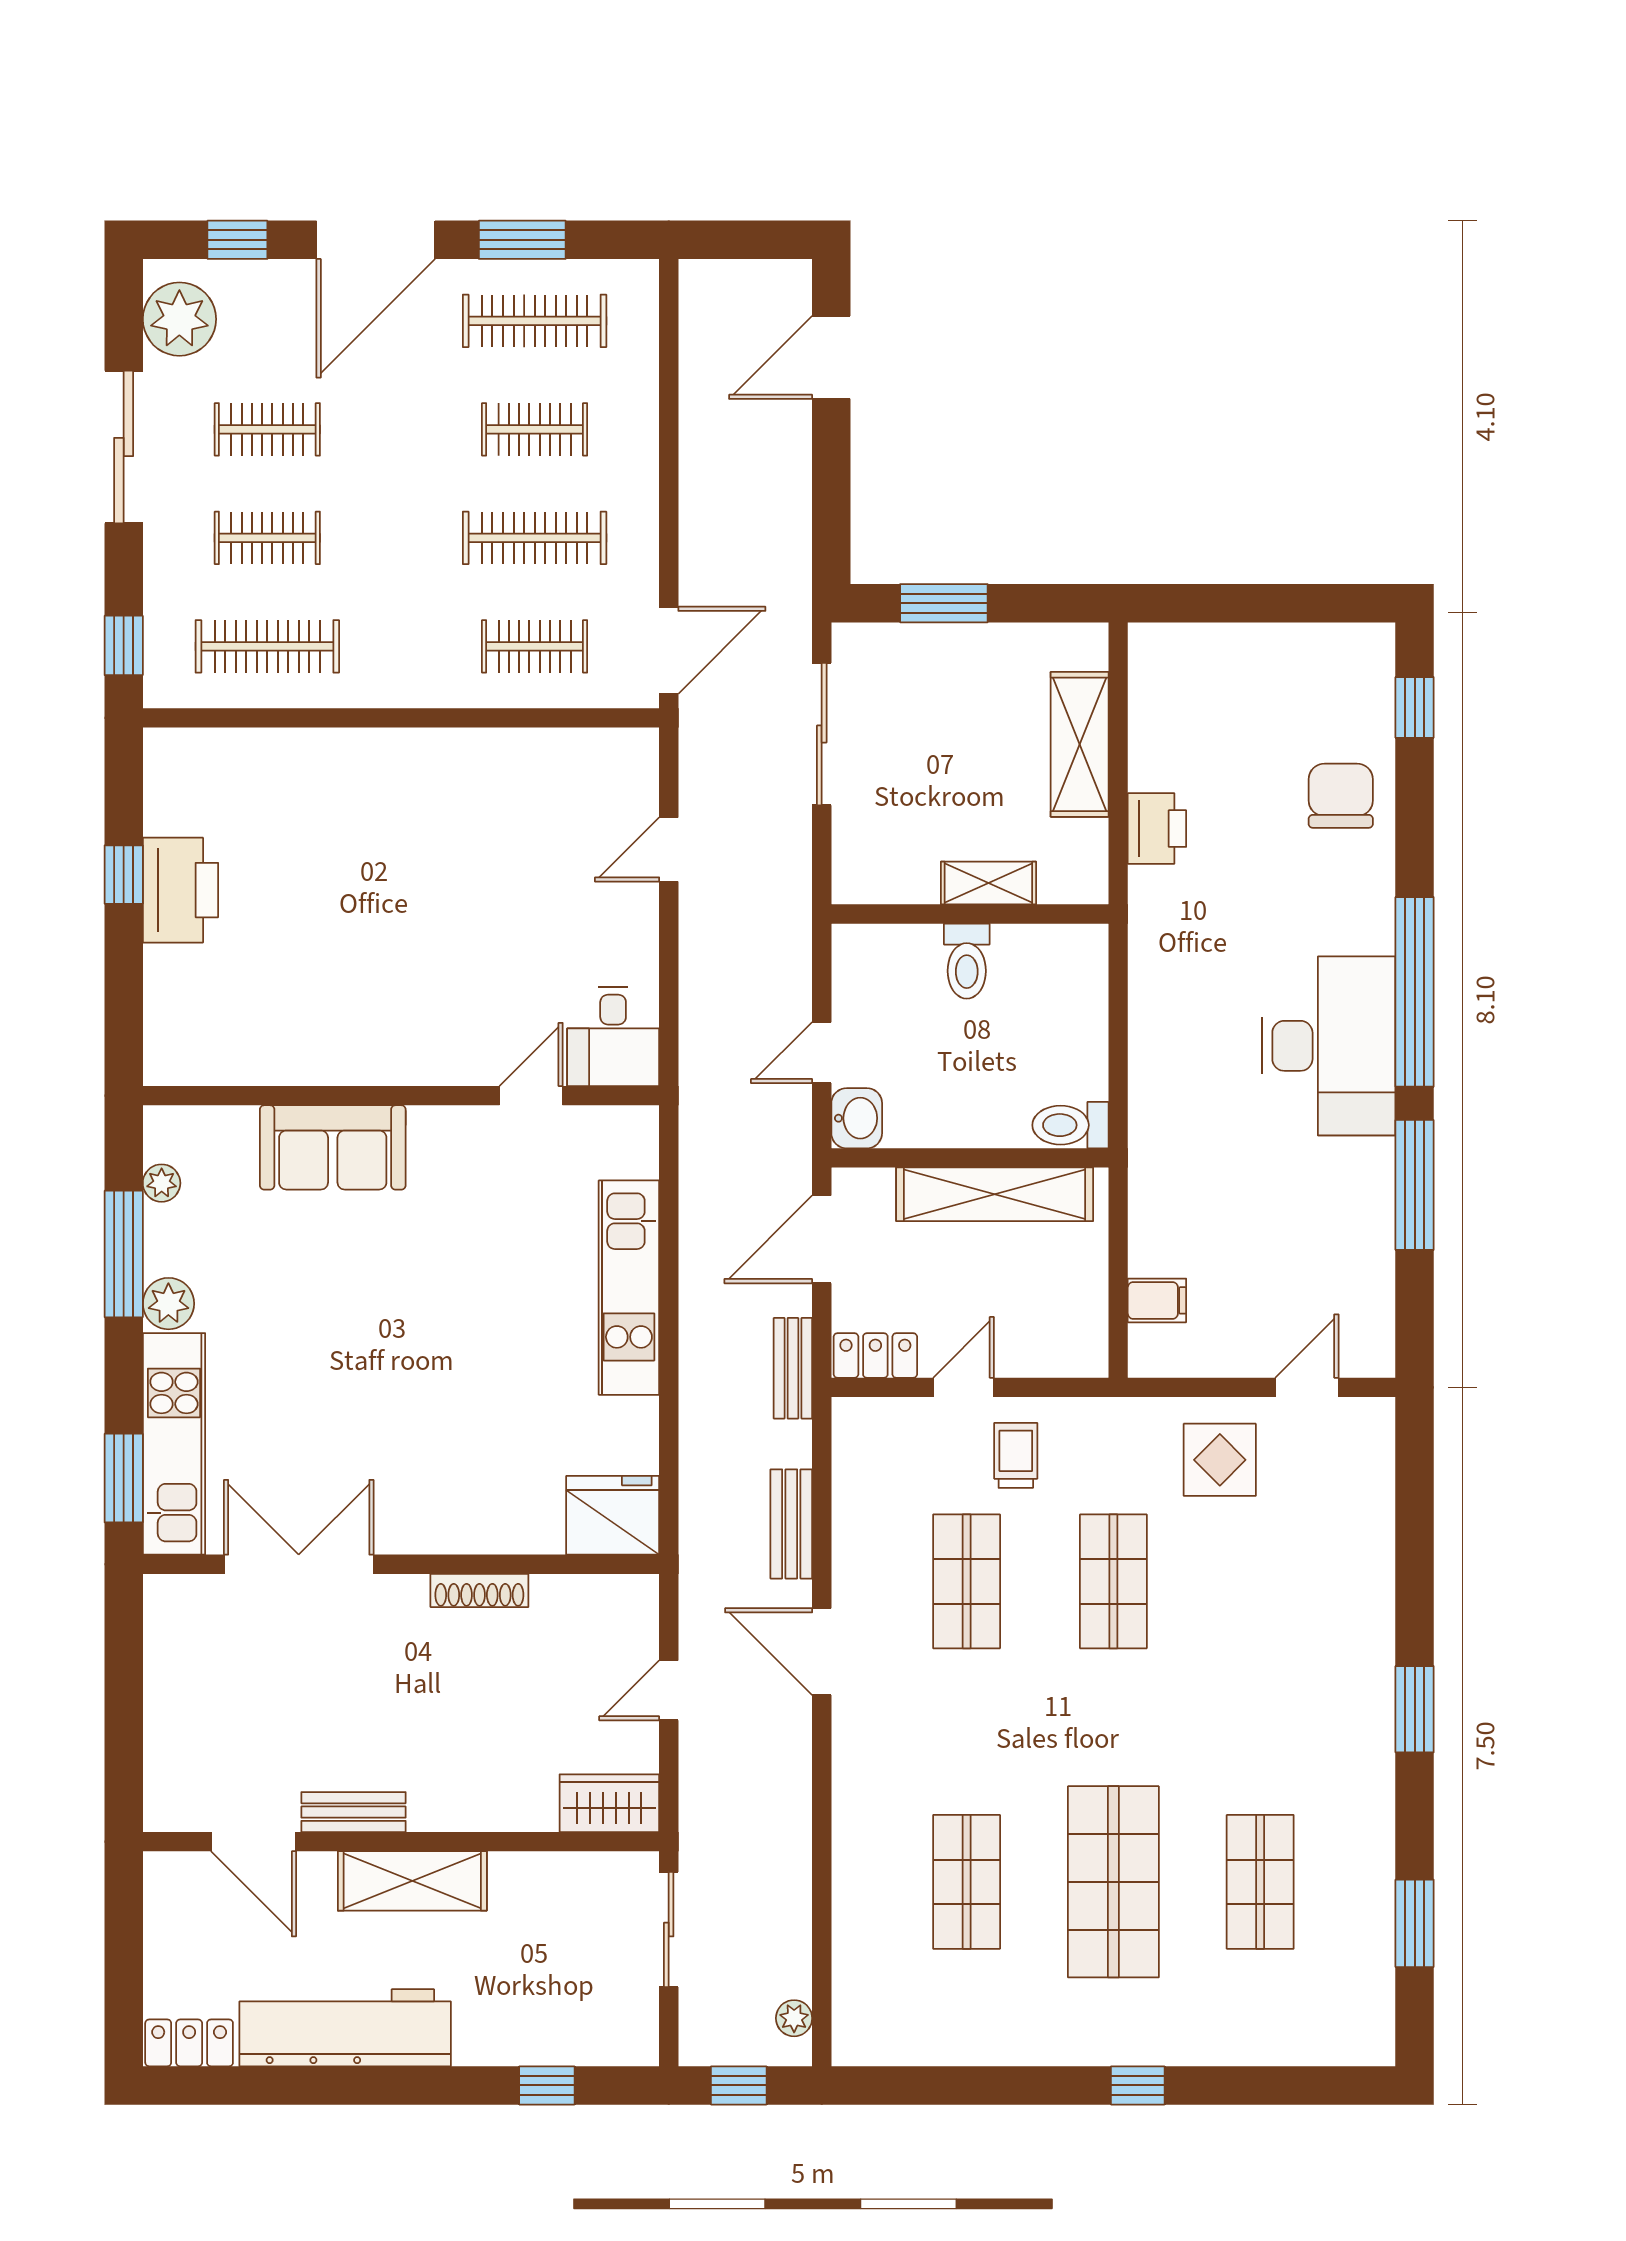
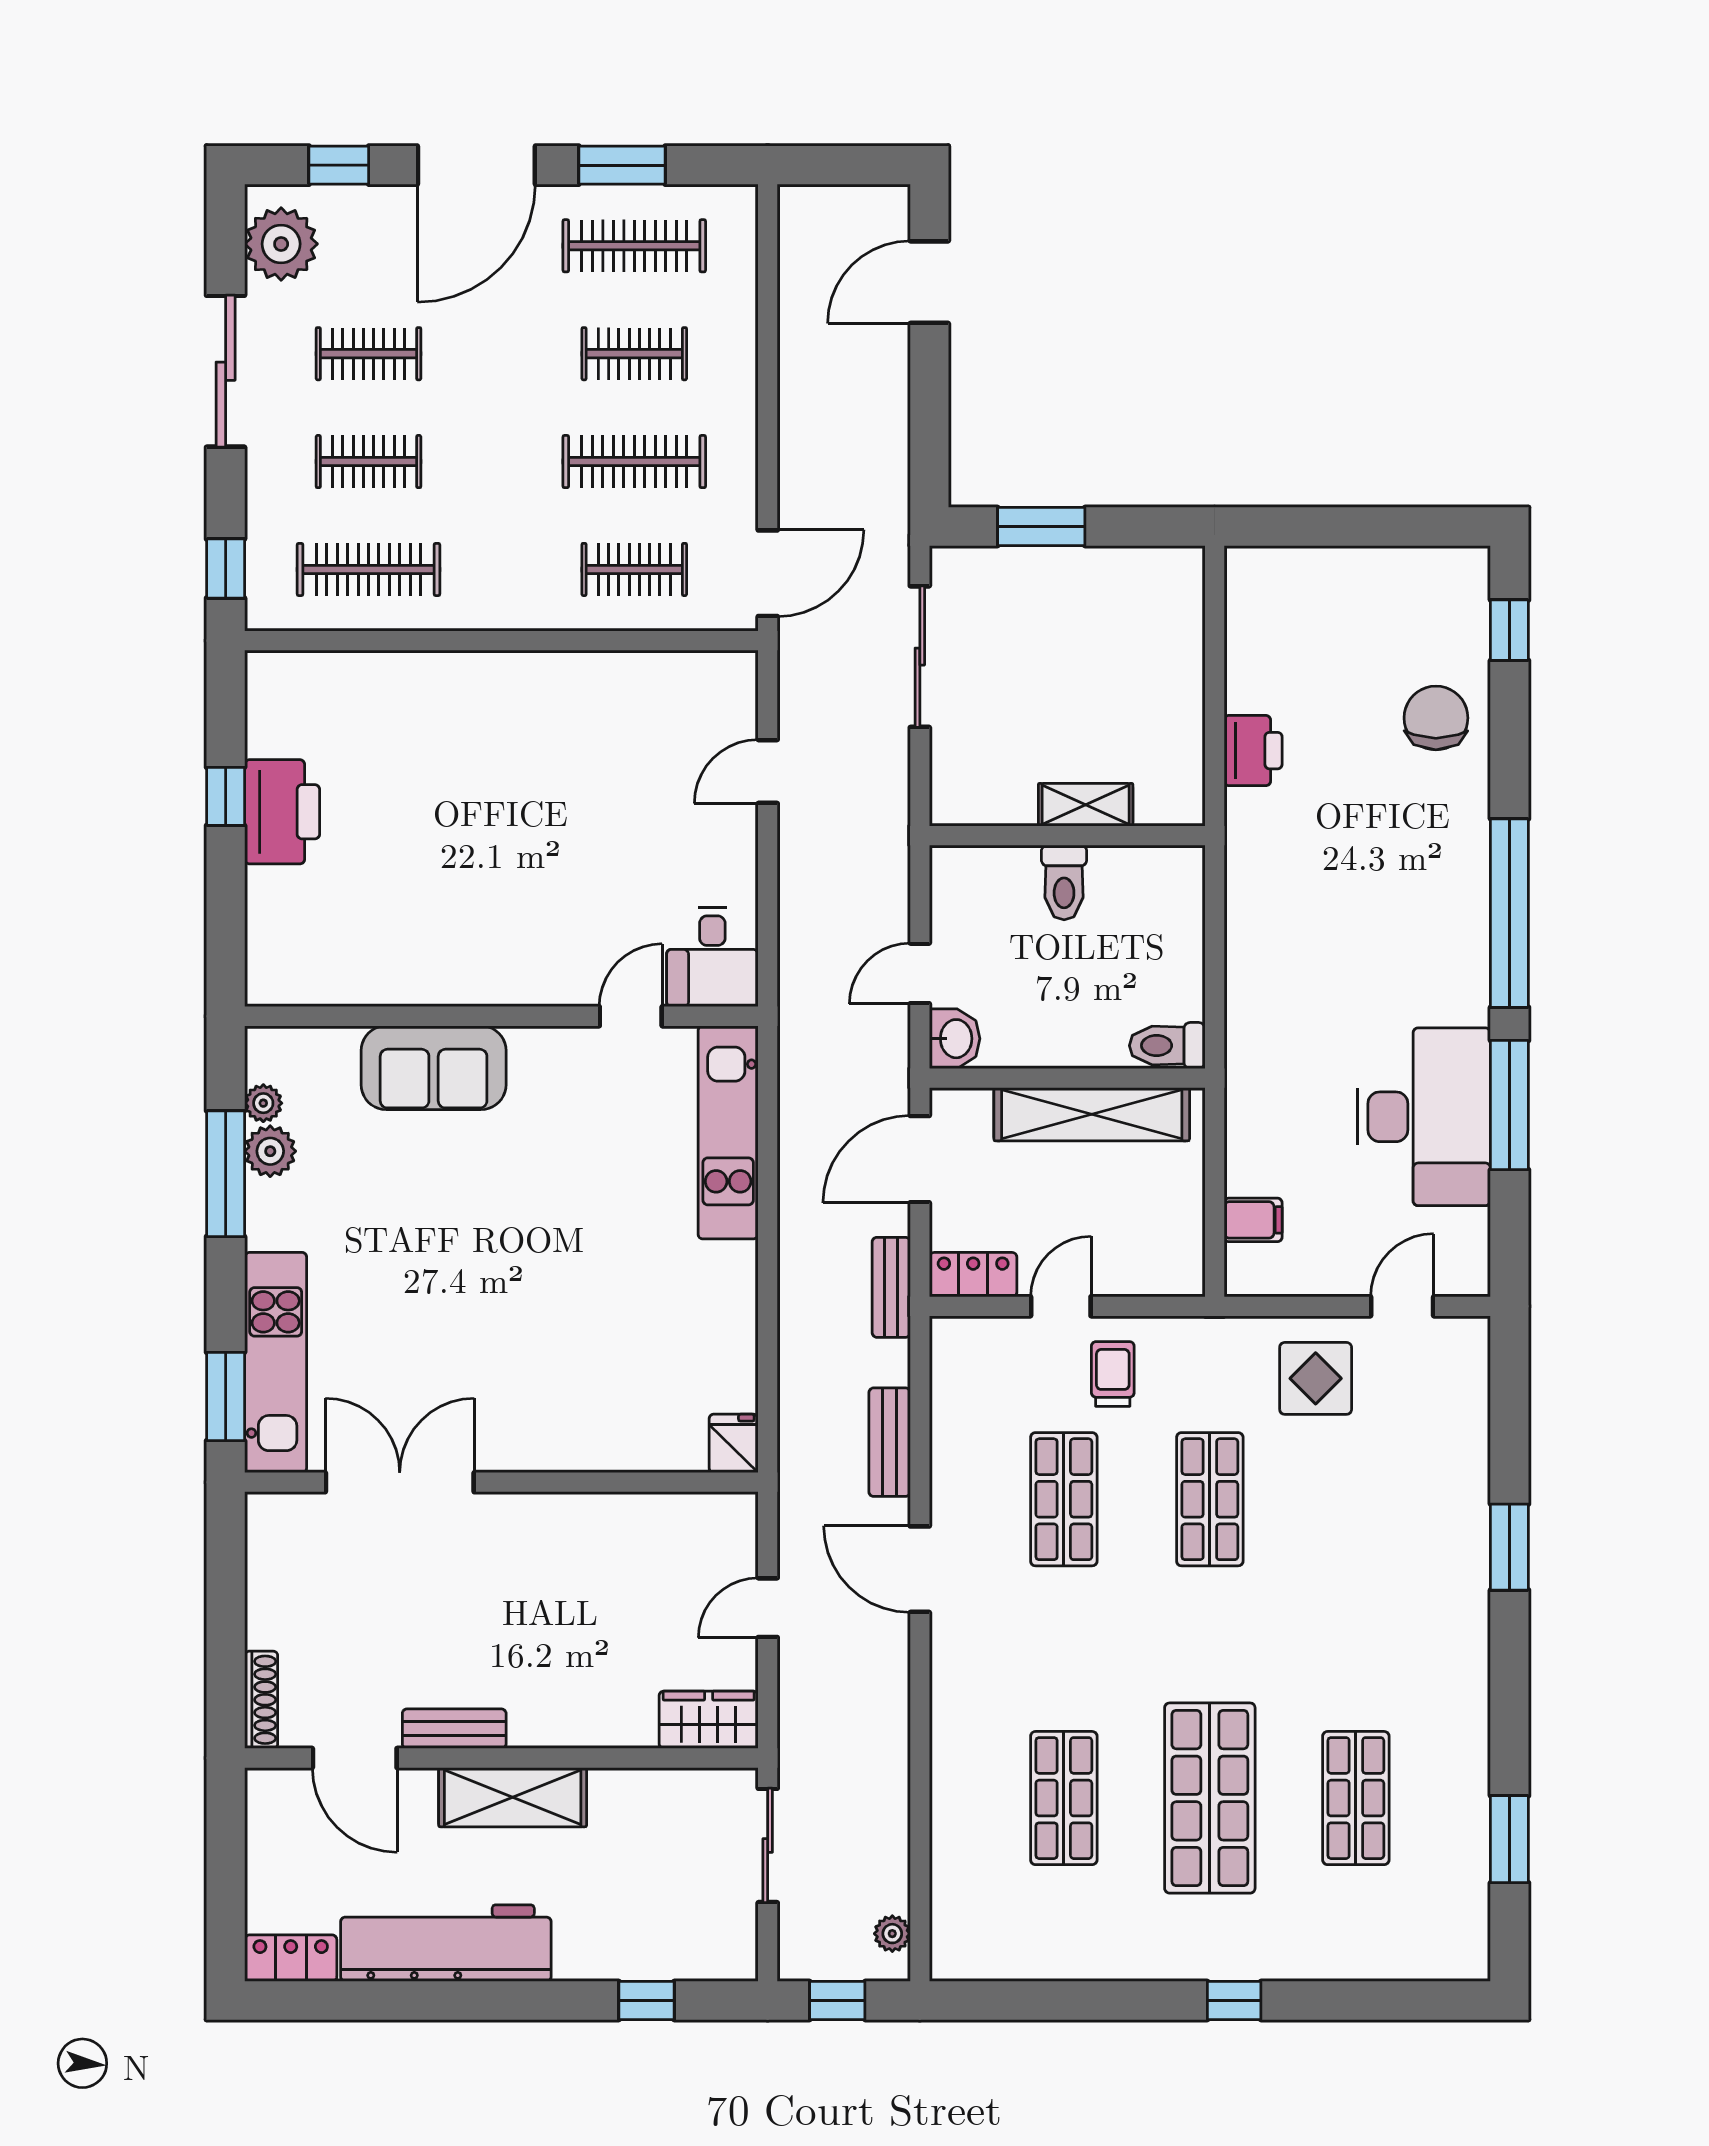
shelving: (1080, 744) -> (1176, 667), removed
desk: (1329, 1046) -> (1424, 1117), moved
kitchen unit: (629, 1288) -> (728, 1132), moved
plant: (168, 1304) -> (270, 1151), moved
fridge: (613, 1515) -> (734, 1443), width x0.53, depth x0.75
shoe rack: (479, 1590) -> (261, 1700), moved, turned -90
window: (1415, 1709) -> (1509, 1547), moved

